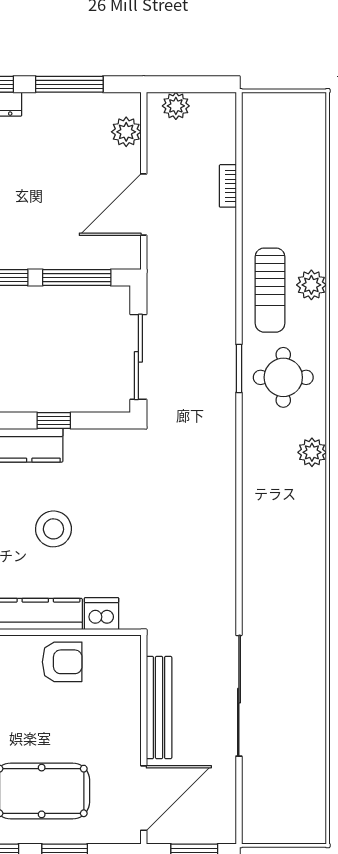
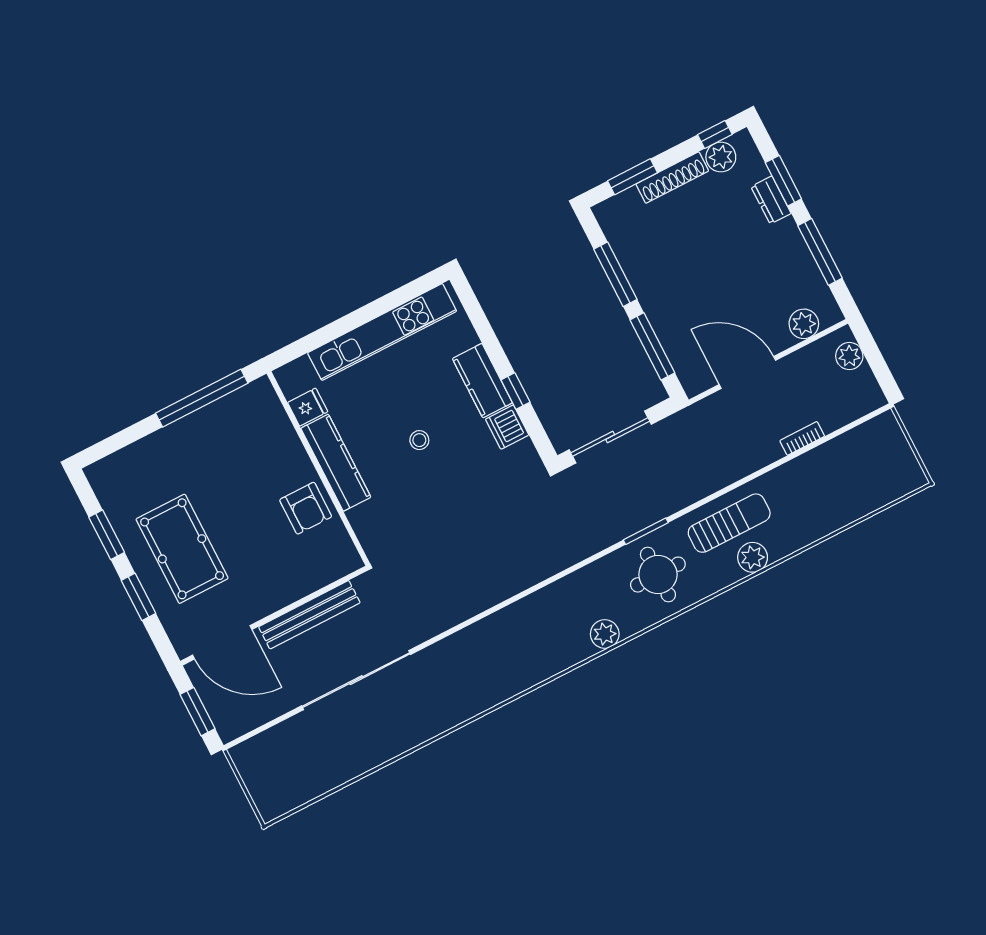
sun lounger: (270, 290) -> (729, 523), turned 180
stool: (53, 529) -> (419, 440), width x0.53, depth x0.53
dishwasher: (102, 614) -> (507, 427), moved, turned 180

